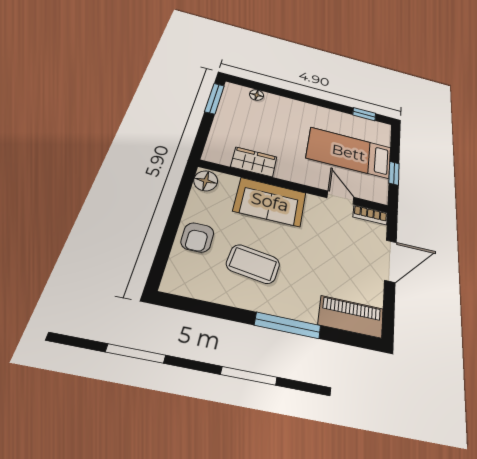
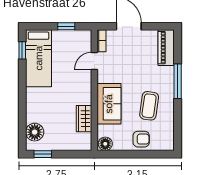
floor lamp: (257, 95) -> (35, 132), width x1.89, depth x1.89
window: (215, 99) -> (43, 154), width x0.67
bed: (349, 153) -> (39, 58), moved

